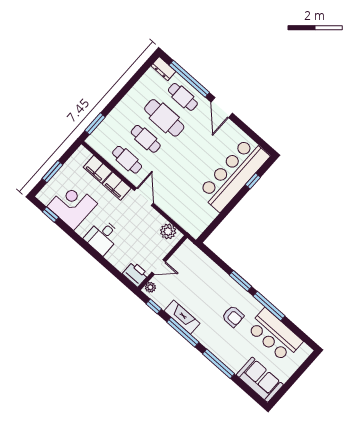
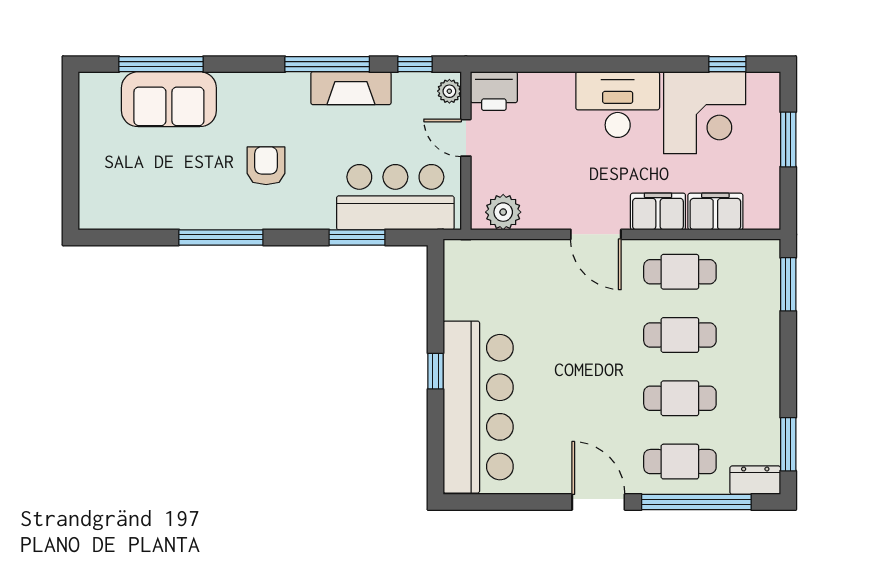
window: (142, 71) -> (788, 444), added
cafe table: (164, 118) -> (680, 398), width x0.73, depth x0.74
window: (253, 181) -> (435, 371), moved
desk: (102, 237) -> (618, 105), width x1.37
door: (159, 267) -> (466, 138), hinge flipped
window: (240, 281) -> (357, 237), moved
armchair: (233, 316) -> (266, 166), turned 90
bar counter: (275, 335) -> (395, 197), moved
window: (218, 364) -> (161, 64), moved
sofa: (260, 380) -> (169, 99), moved

